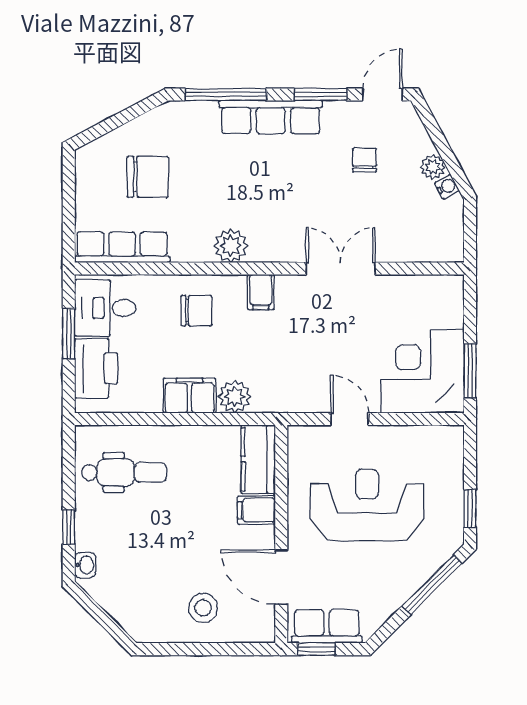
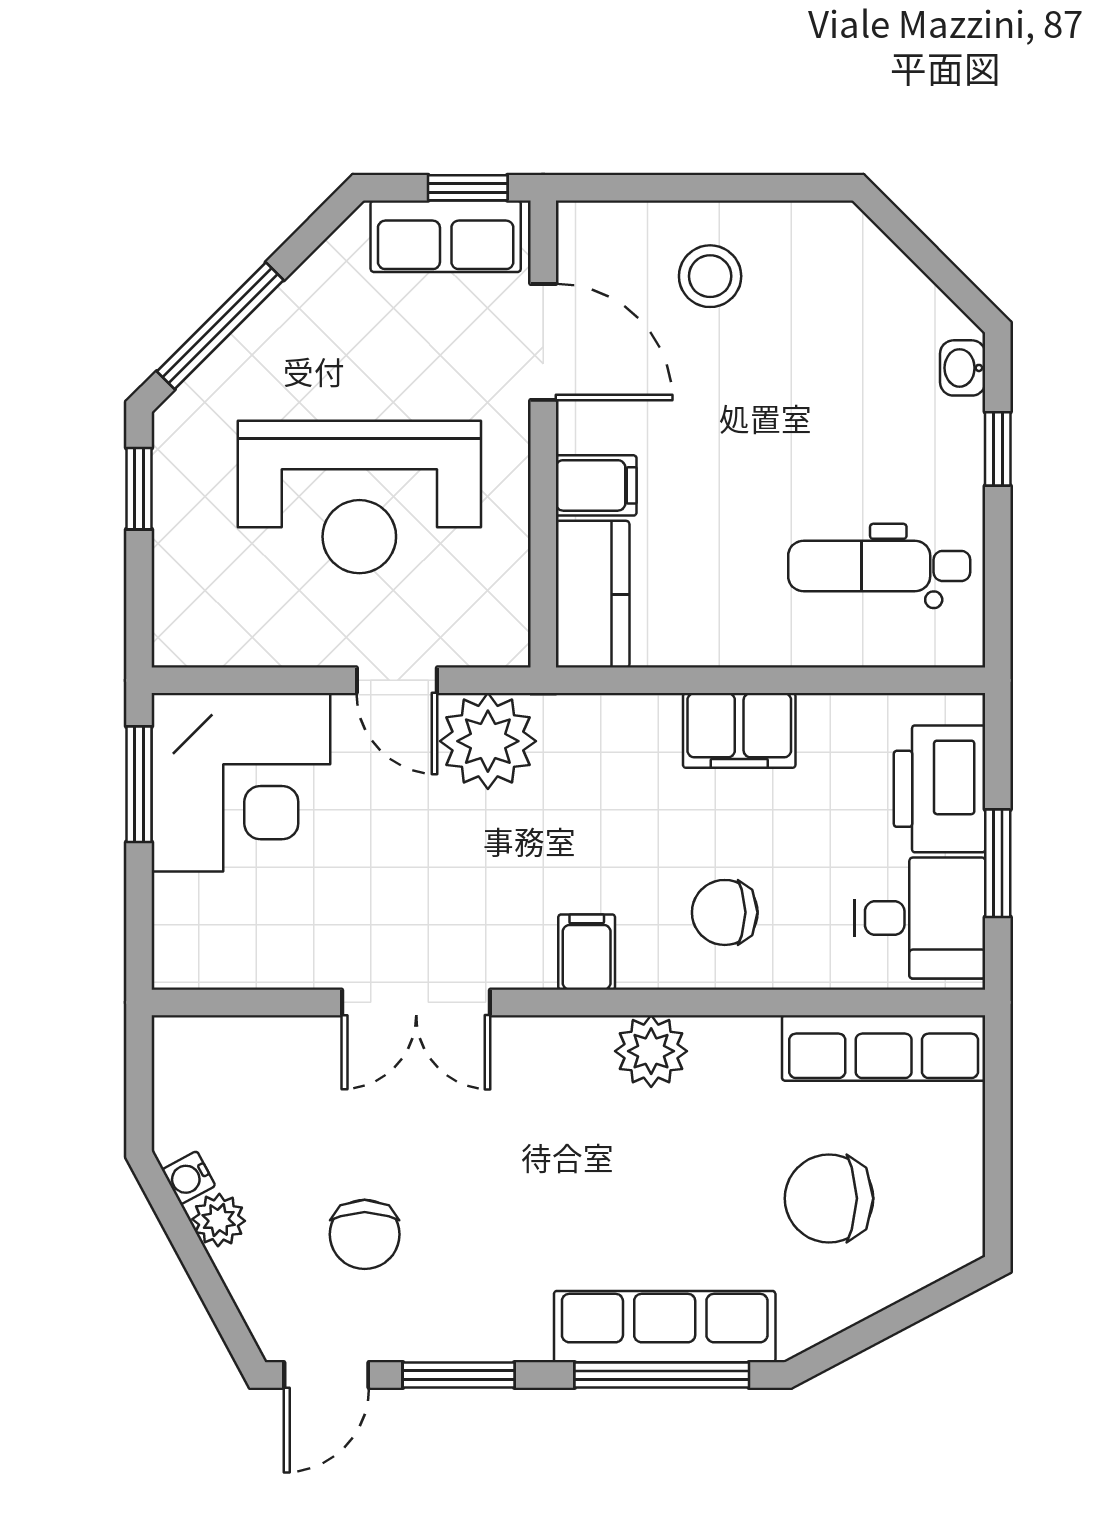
row of seats: (271, 117) -> (665, 1327), moved
chair: (365, 160) -> (365, 1234), width x1.37, depth x1.37
plant: (235, 397) -> (488, 741), moved, width x1.36, depth x1.36

